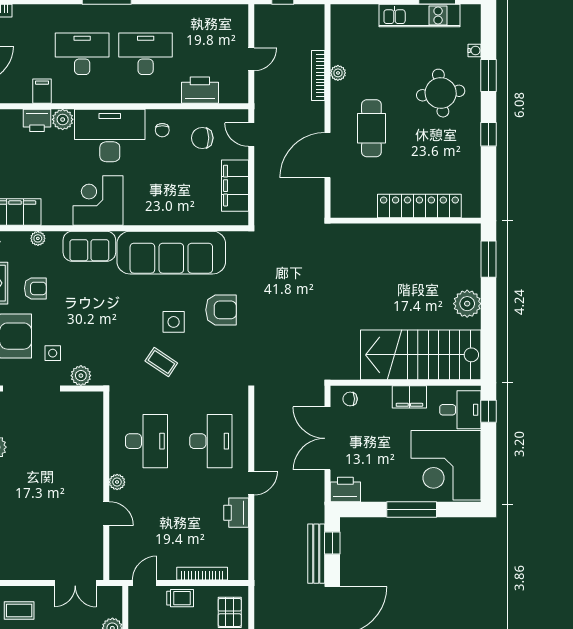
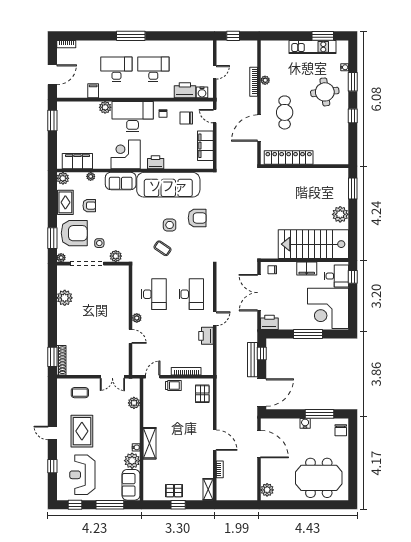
water cooler: (229, 94) -> (202, 92), added
printer: (37, 120) -> (156, 162), moved, turned 180
locker: (419, 206) -> (289, 158), moved

